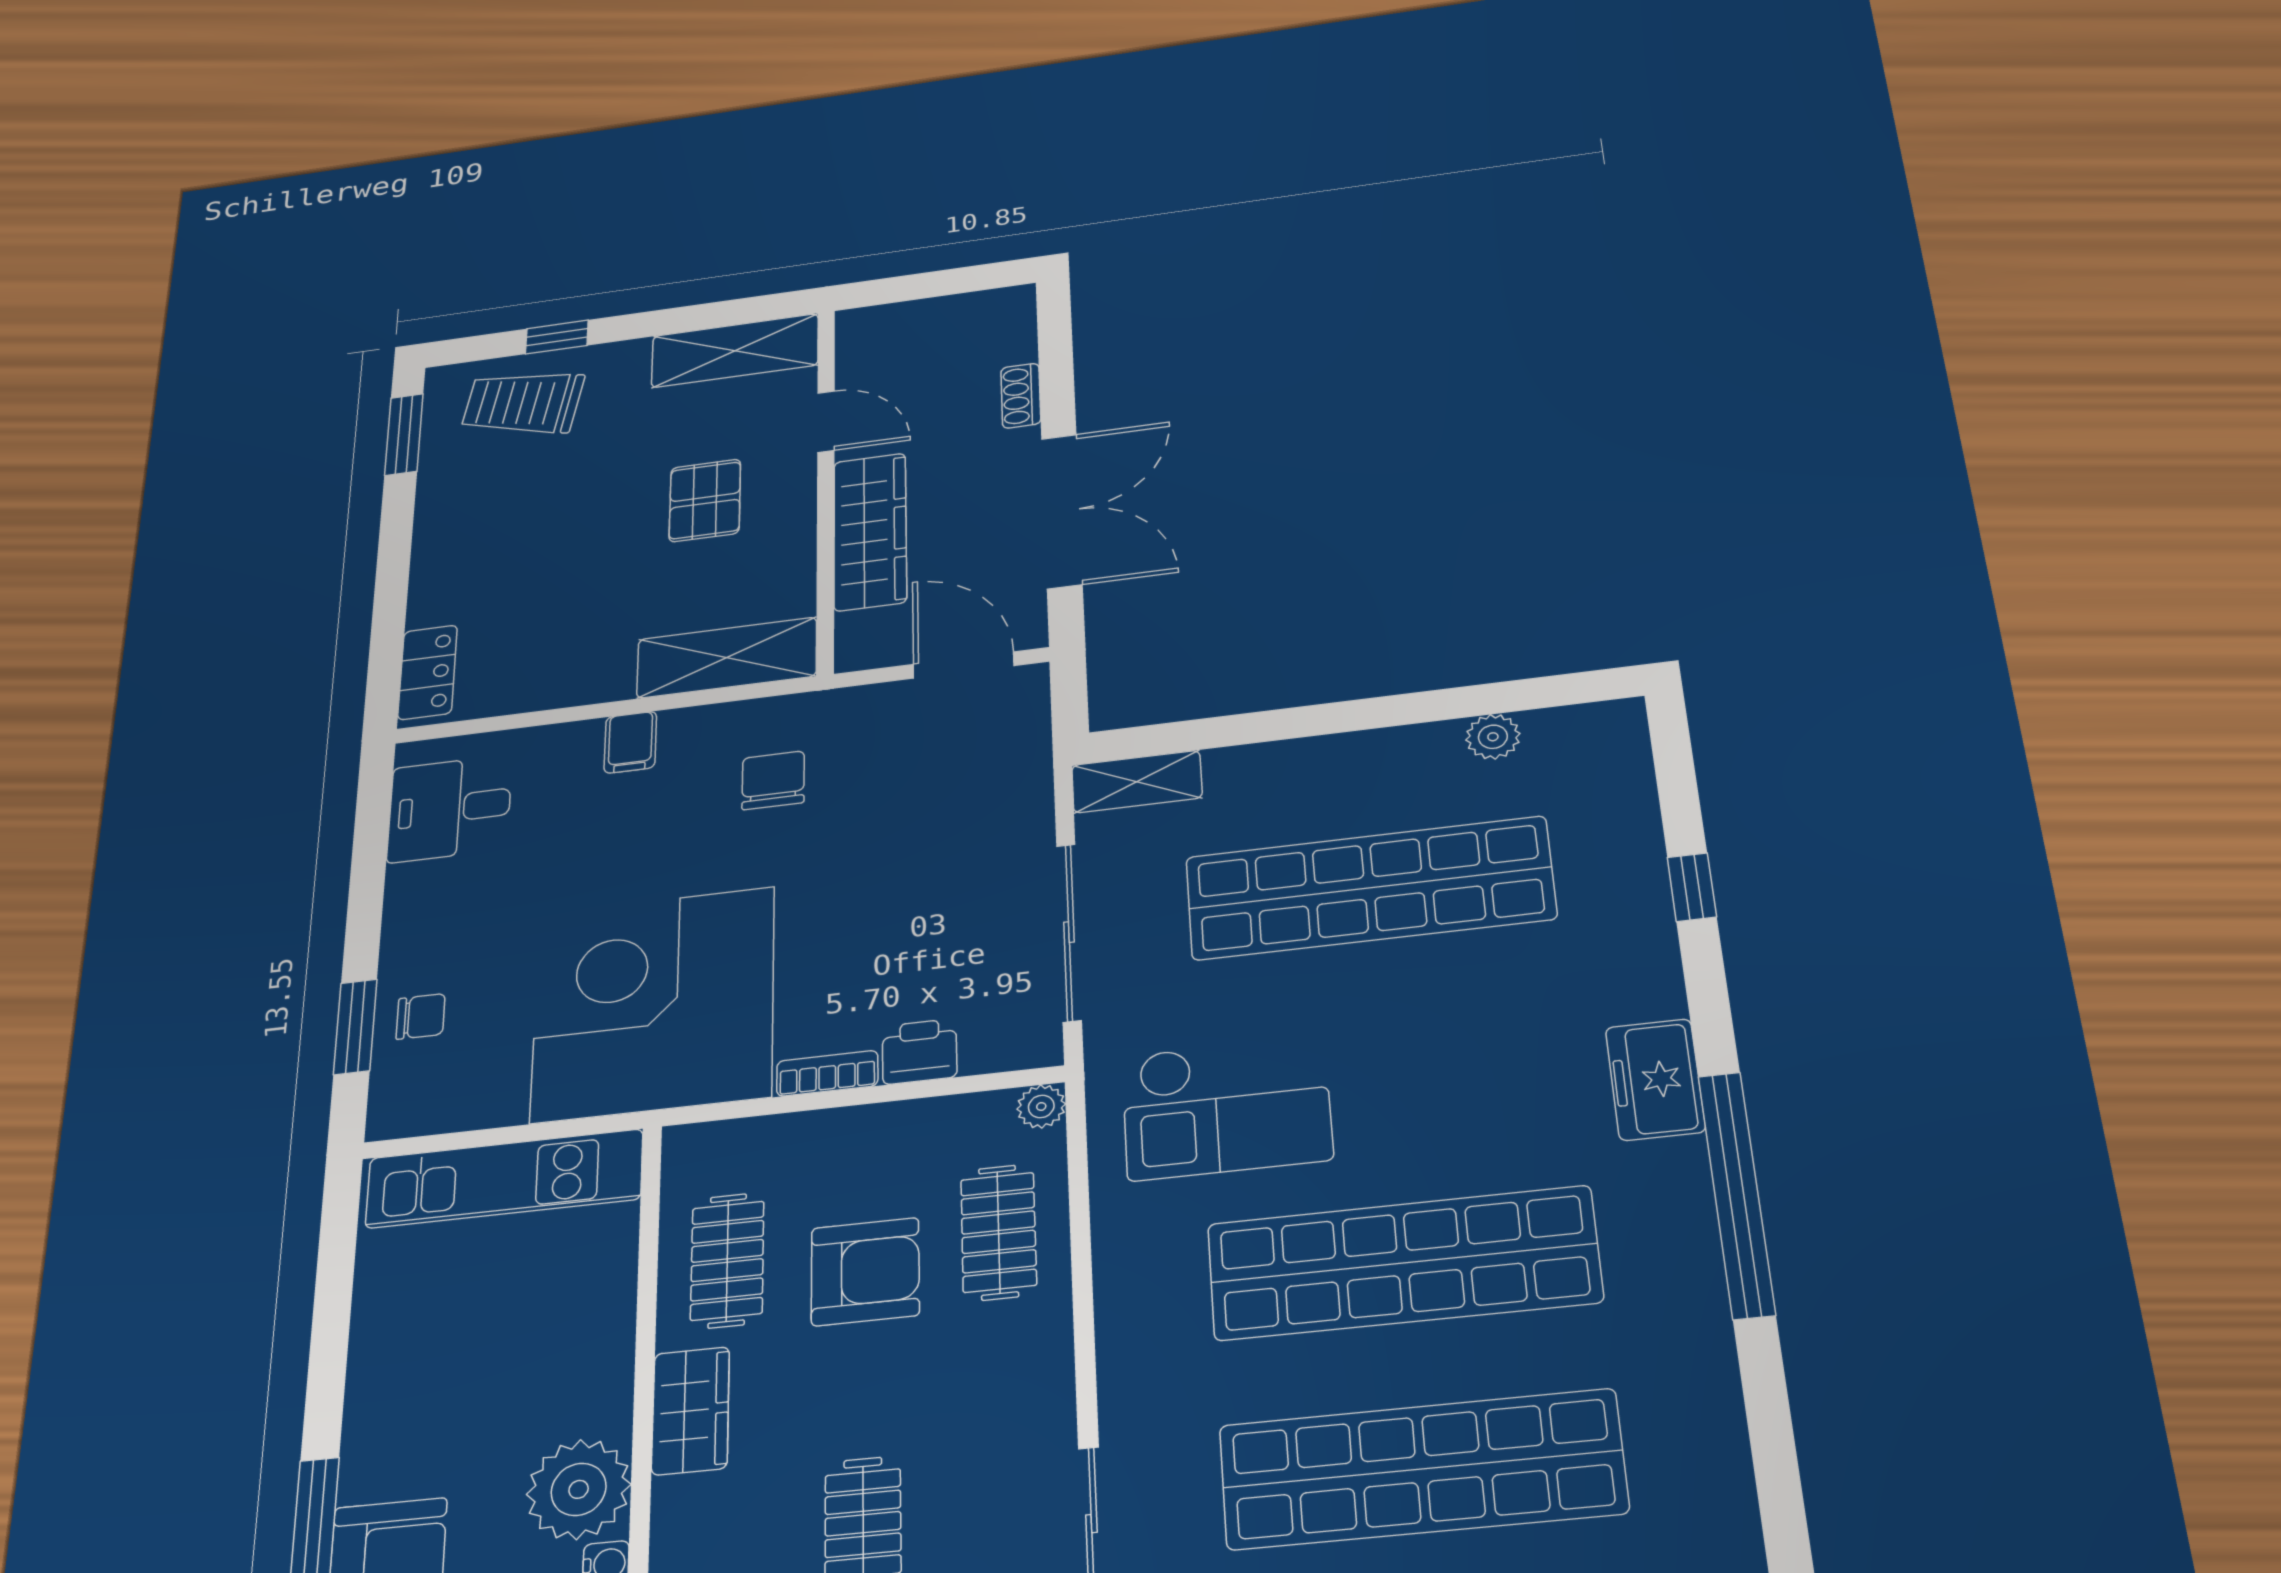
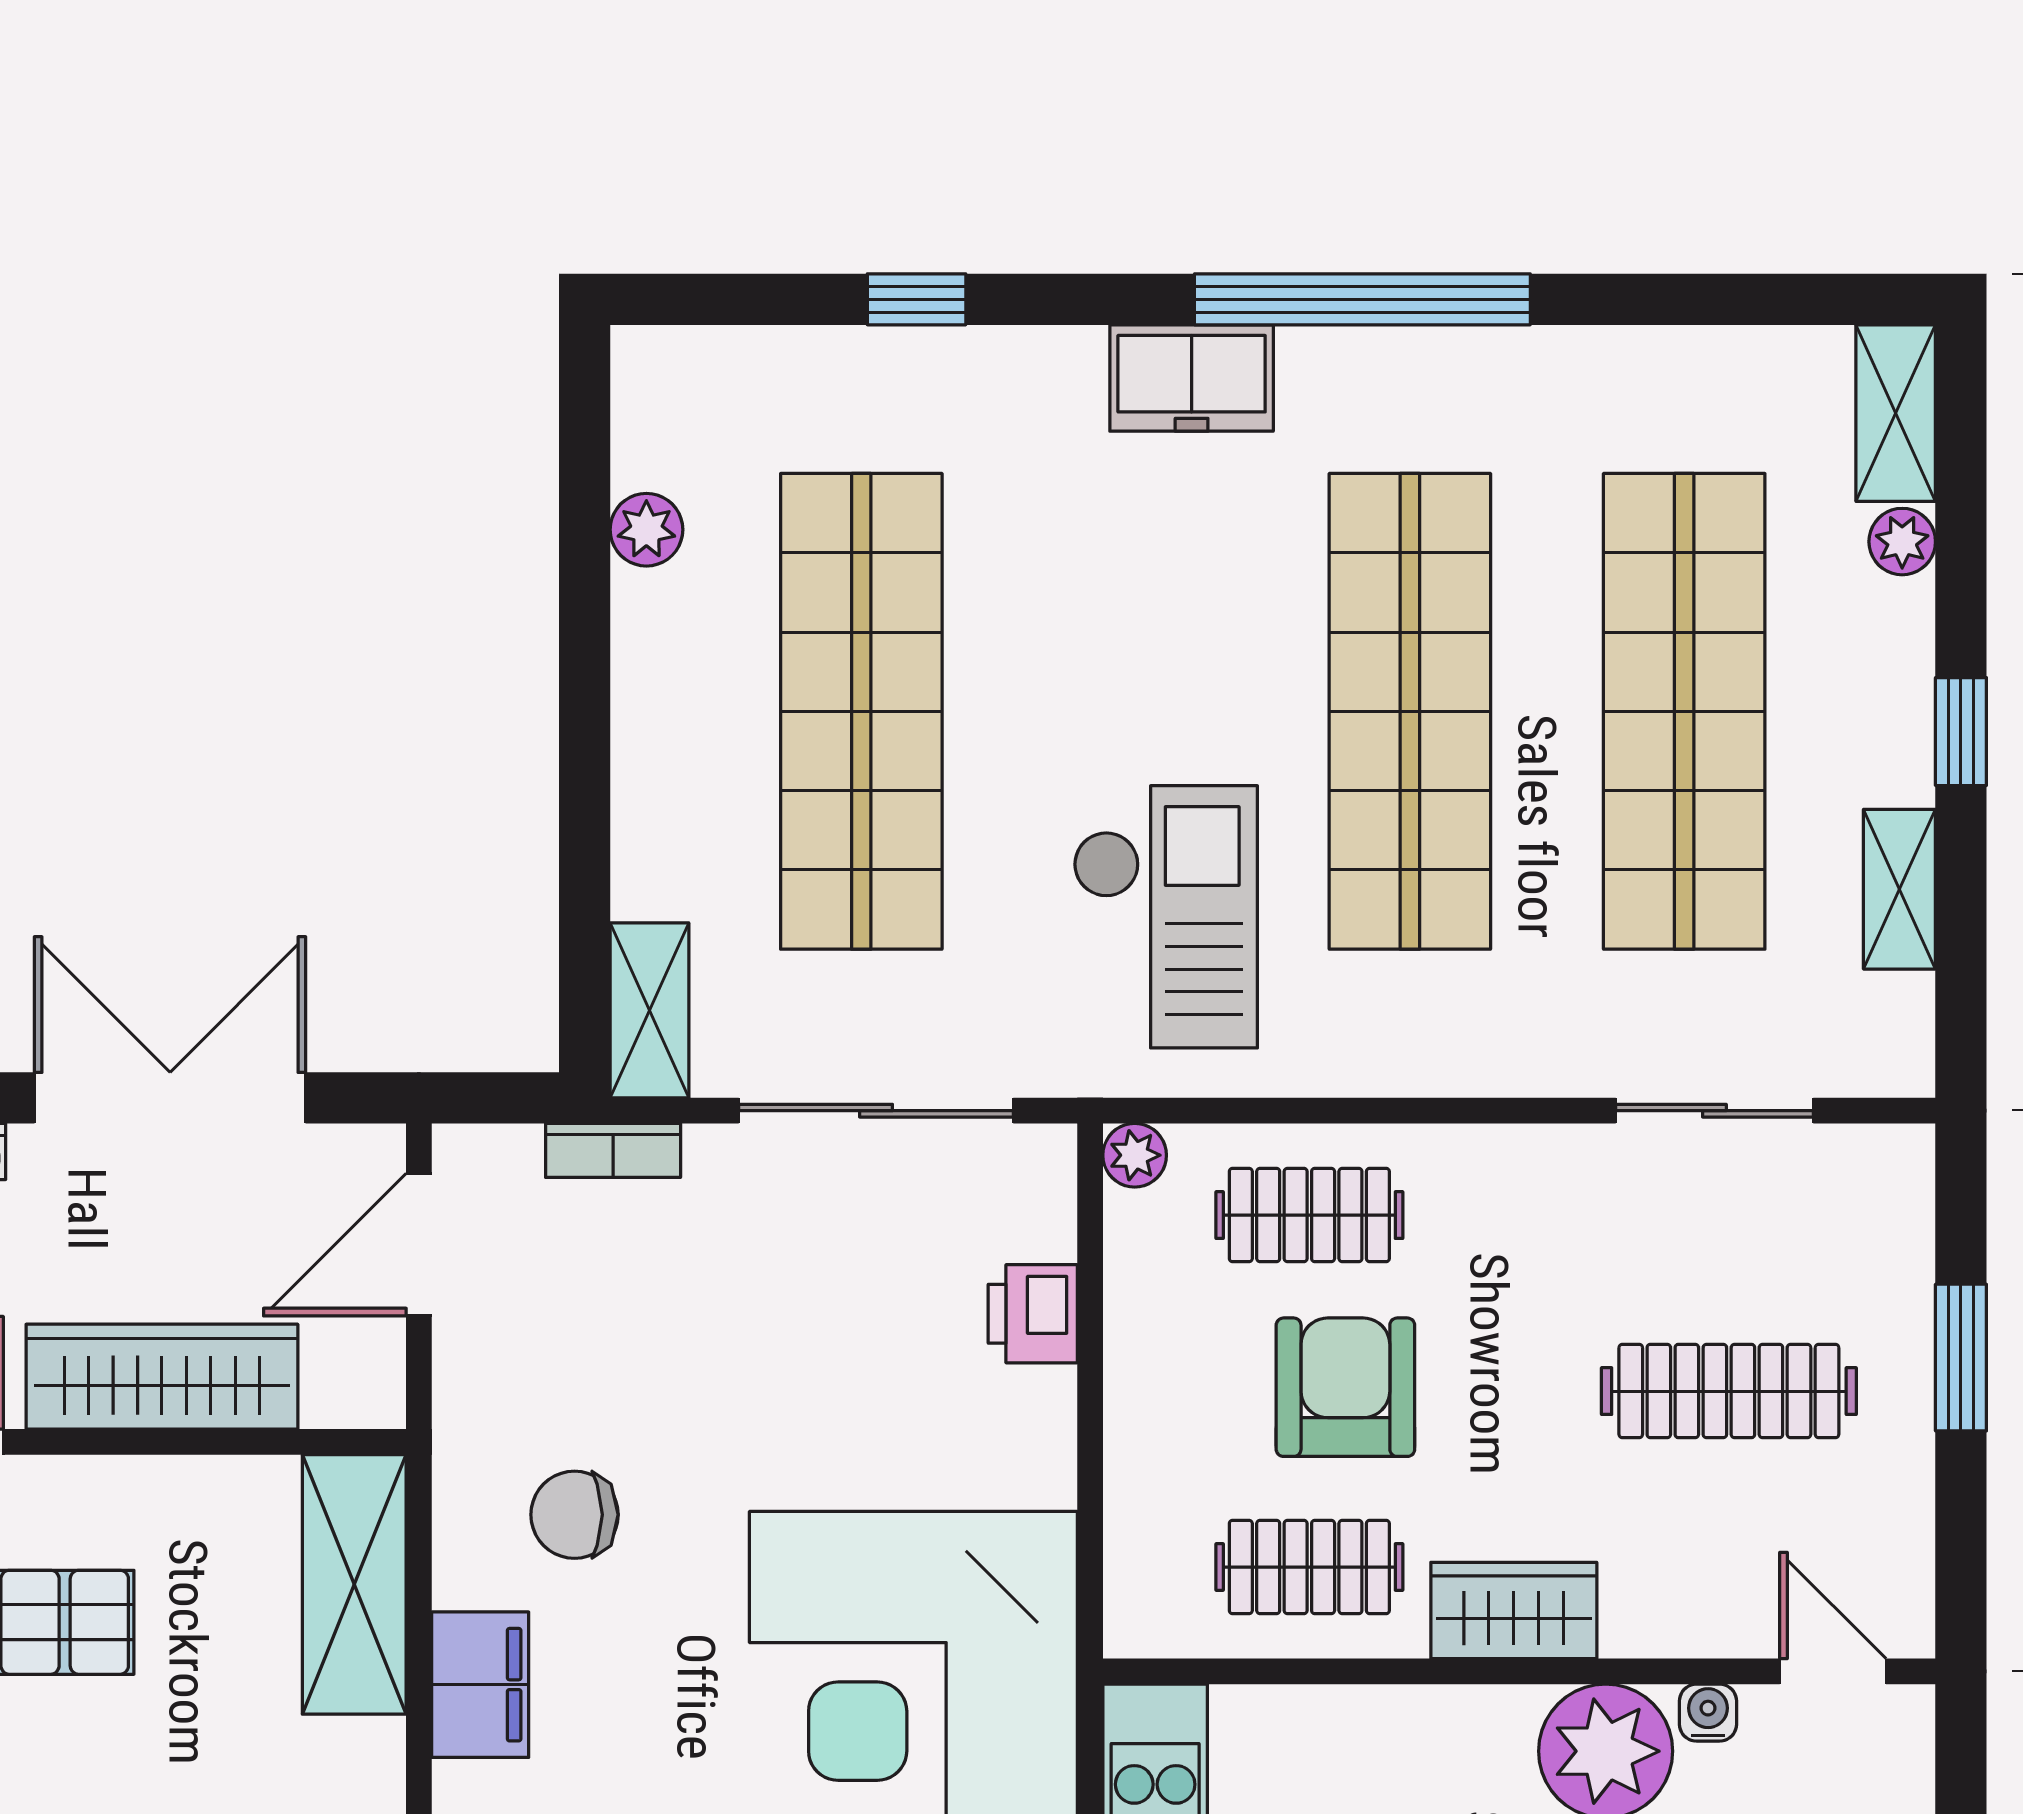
filing cabinet: (630, 742) -> (480, 1685), width x2.00
bookcase: (827, 1073) -> (613, 1150), moved, turned -90

